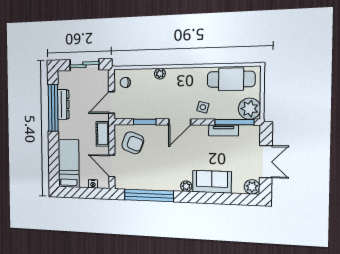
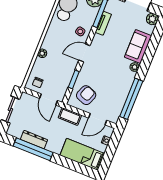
door: (180, 122) -> (84, 53), swing flipped

